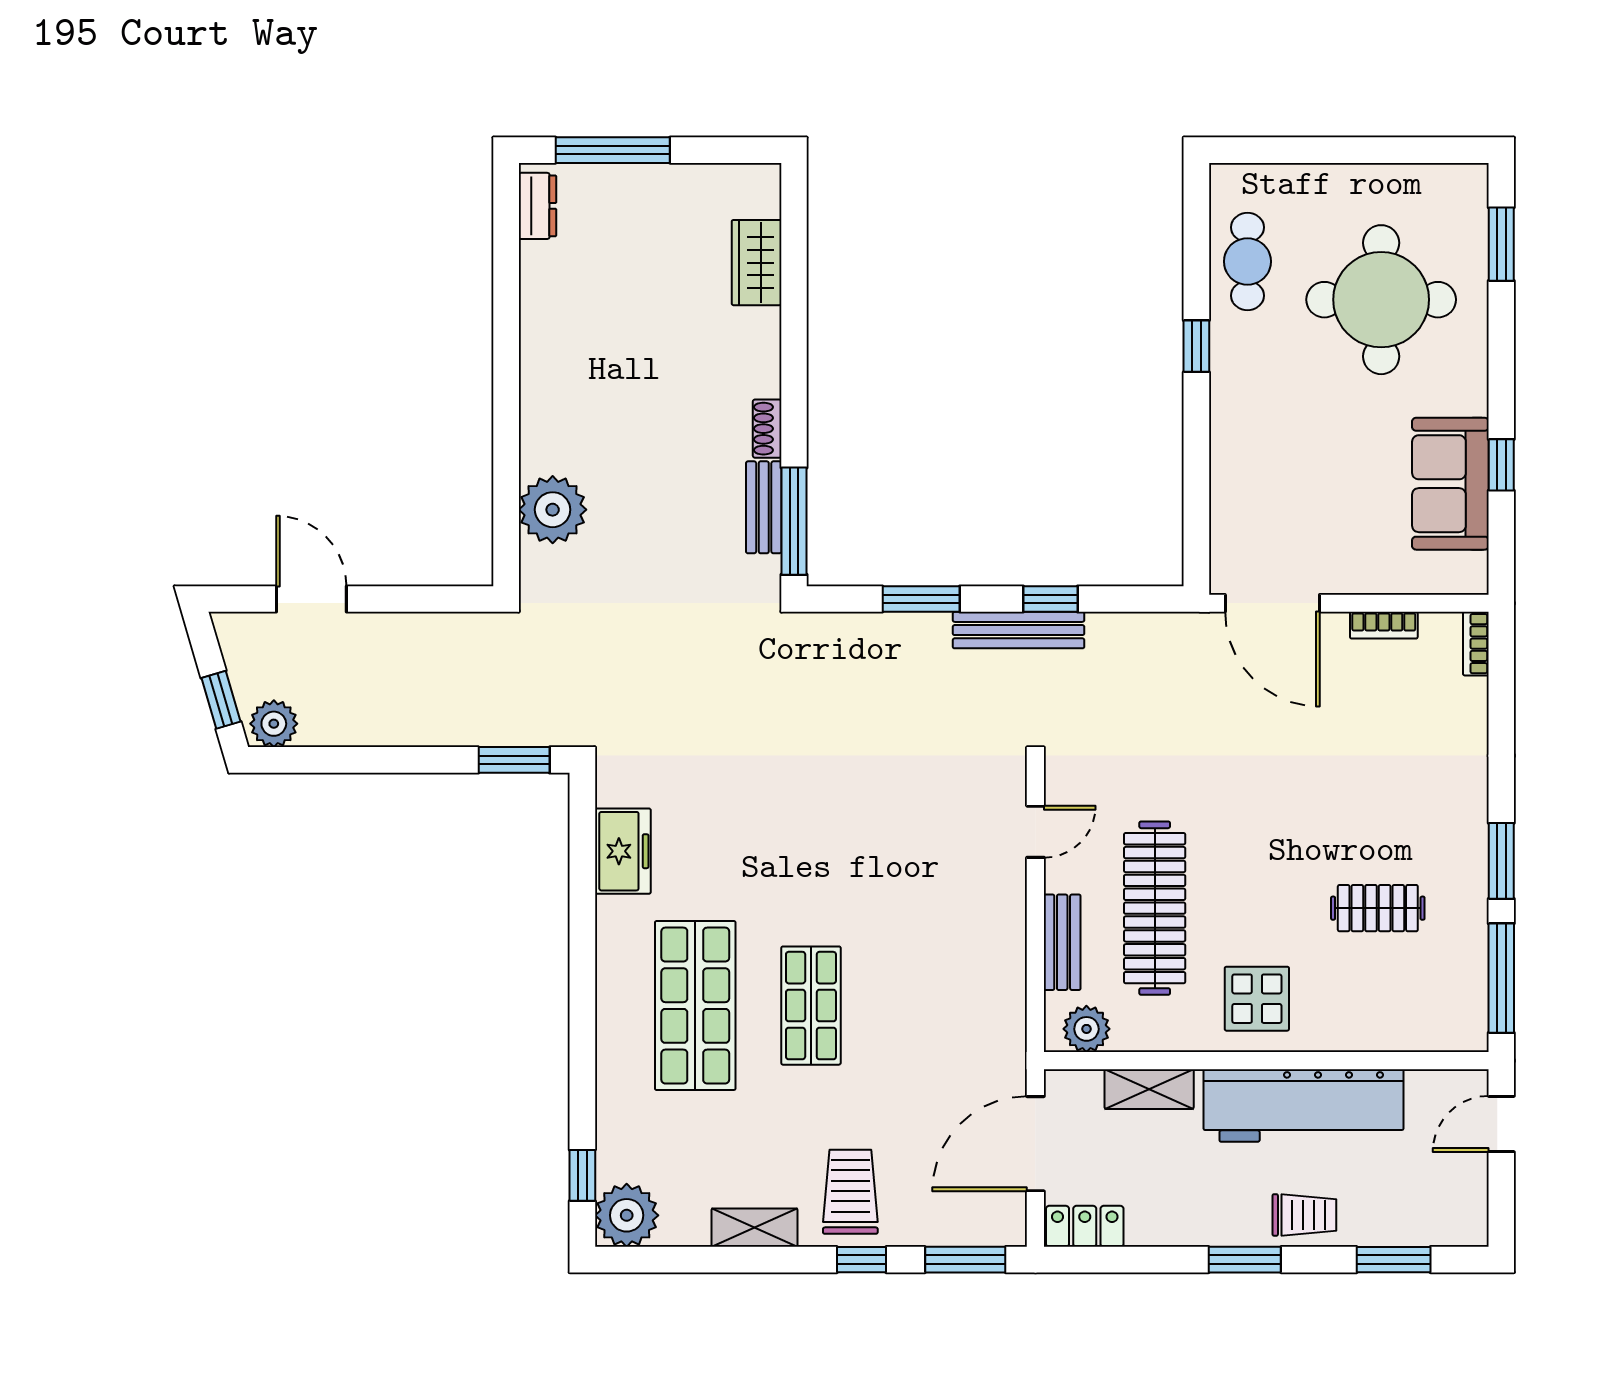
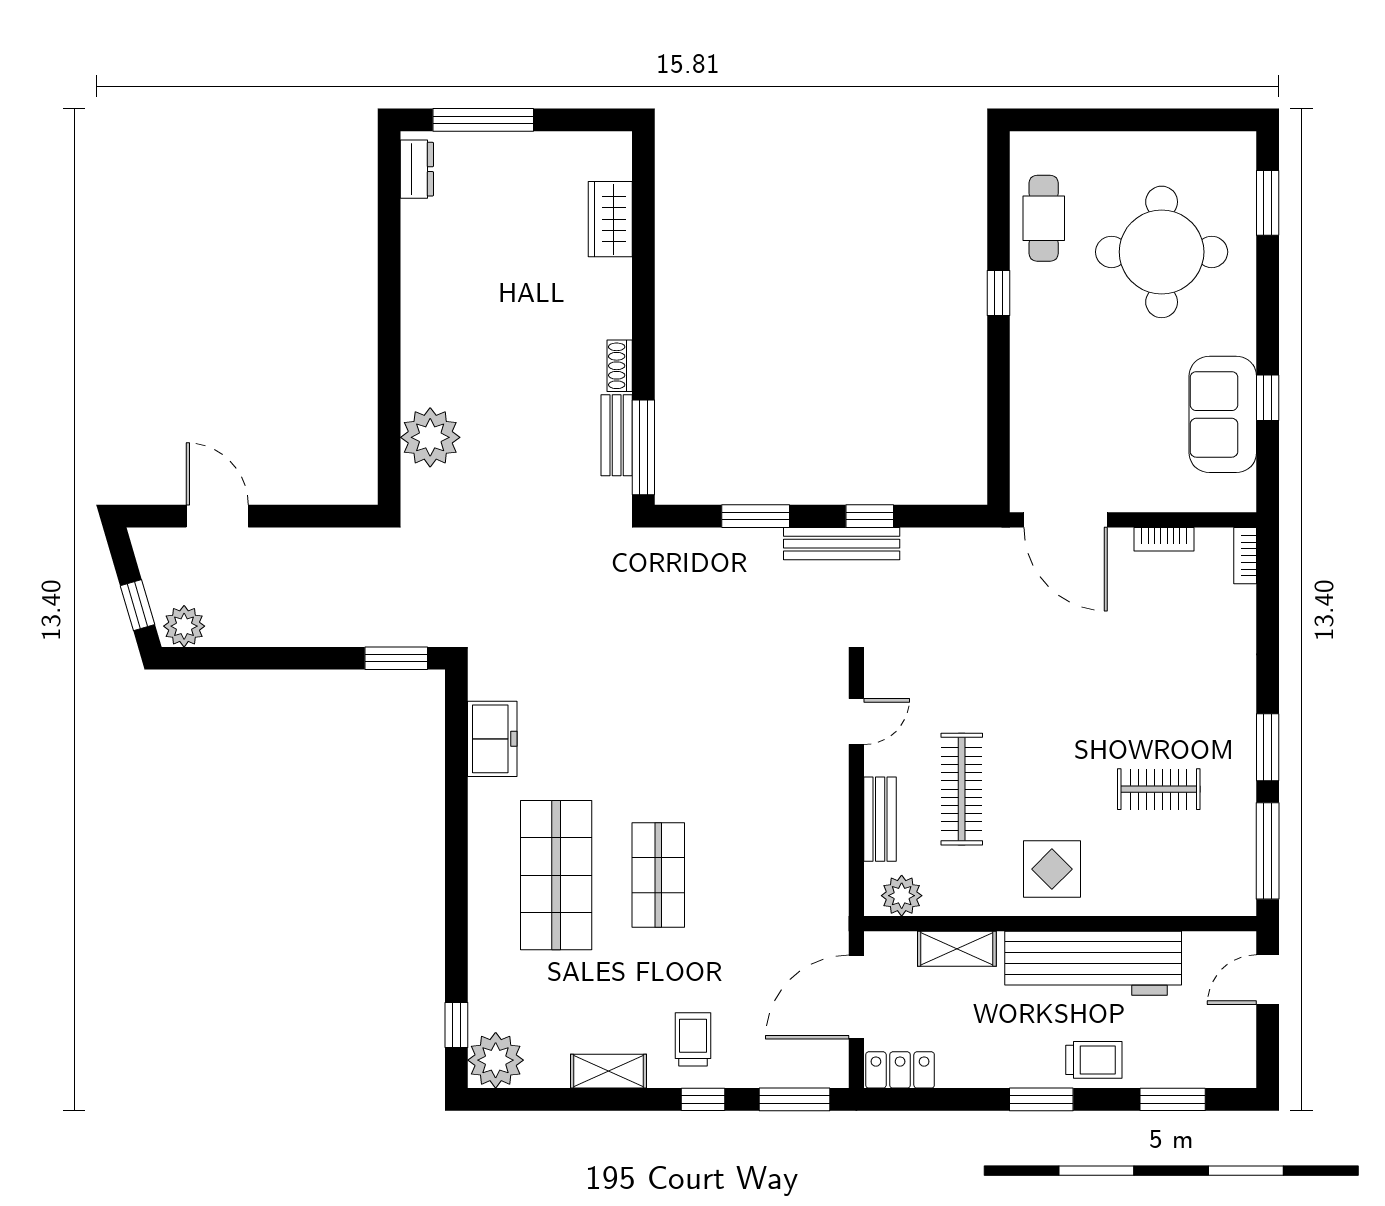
clothes rail: (1155, 908) -> (962, 789), width x0.73, depth x0.76
trolley: (850, 1192) -> (693, 1039), width x0.73, depth x0.72

